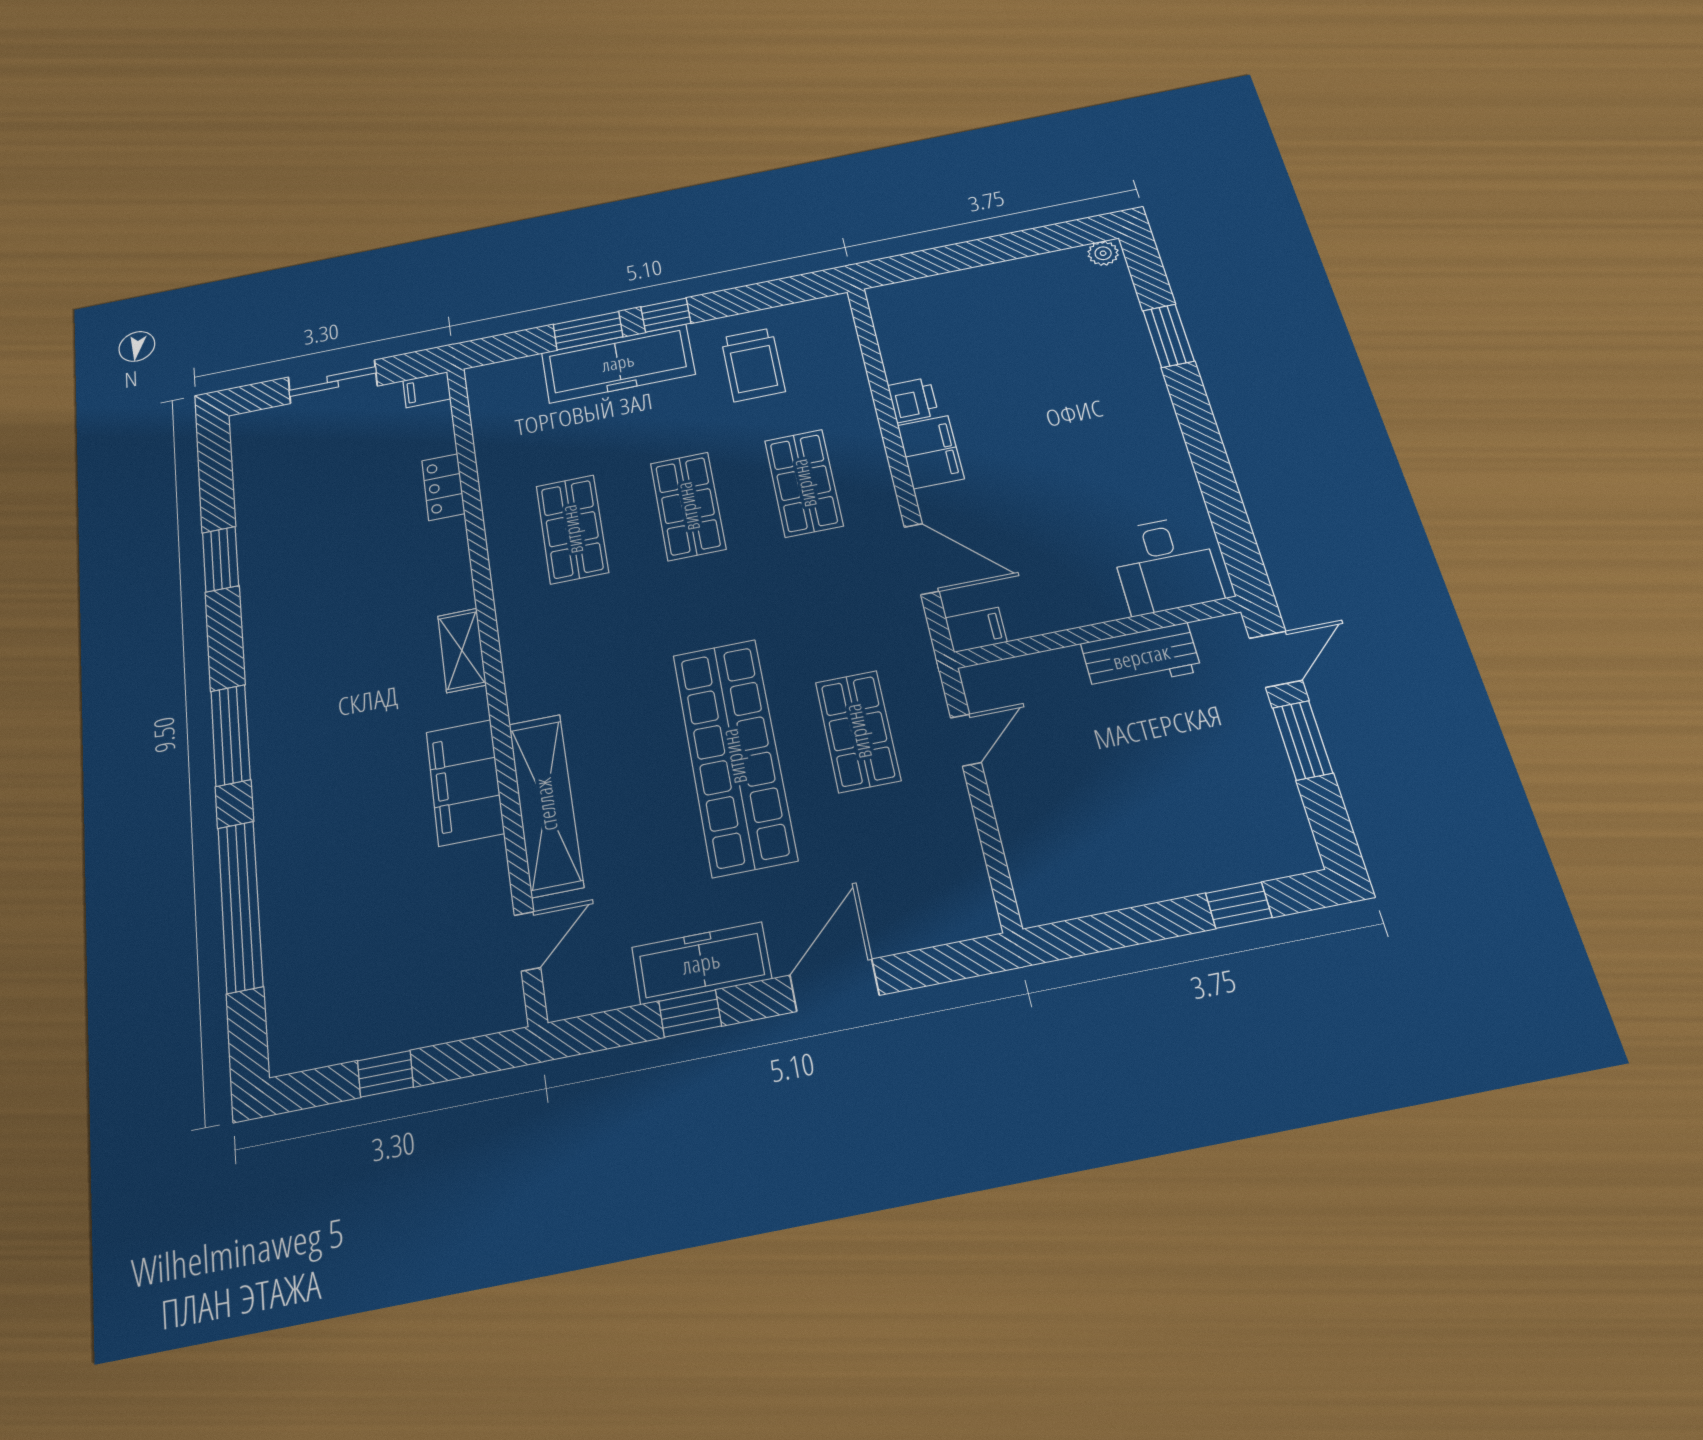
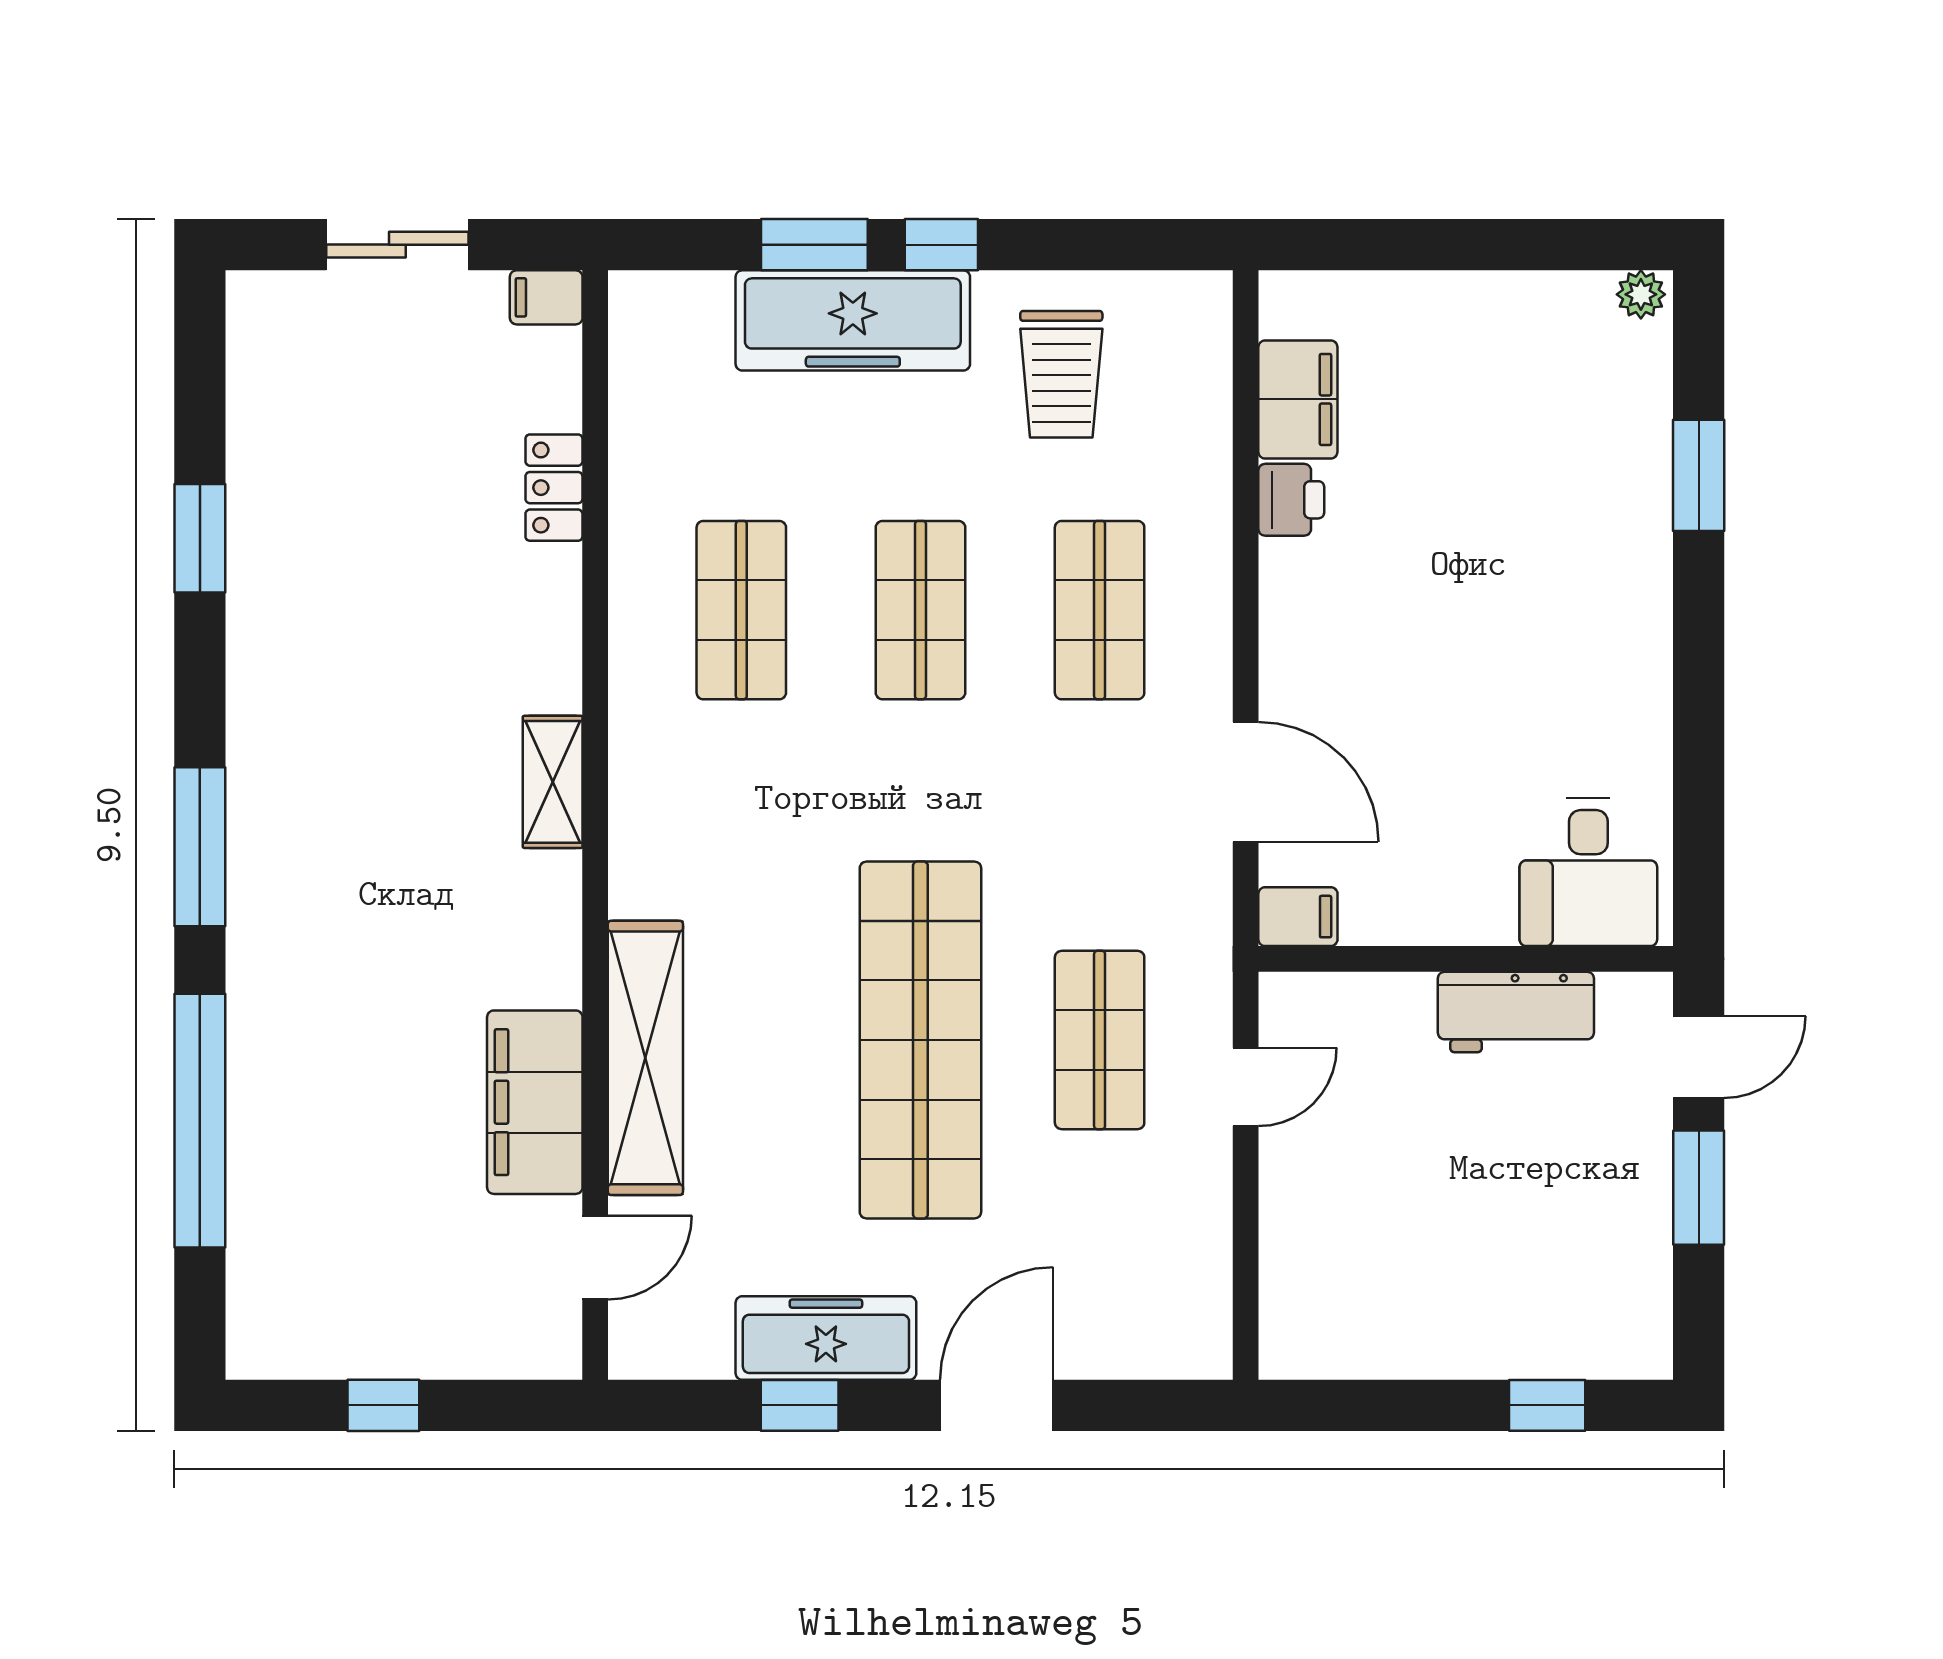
filing cabinet: (931, 452) -> (1298, 399), moved
filing cabinet: (465, 782) -> (535, 1102), moved

